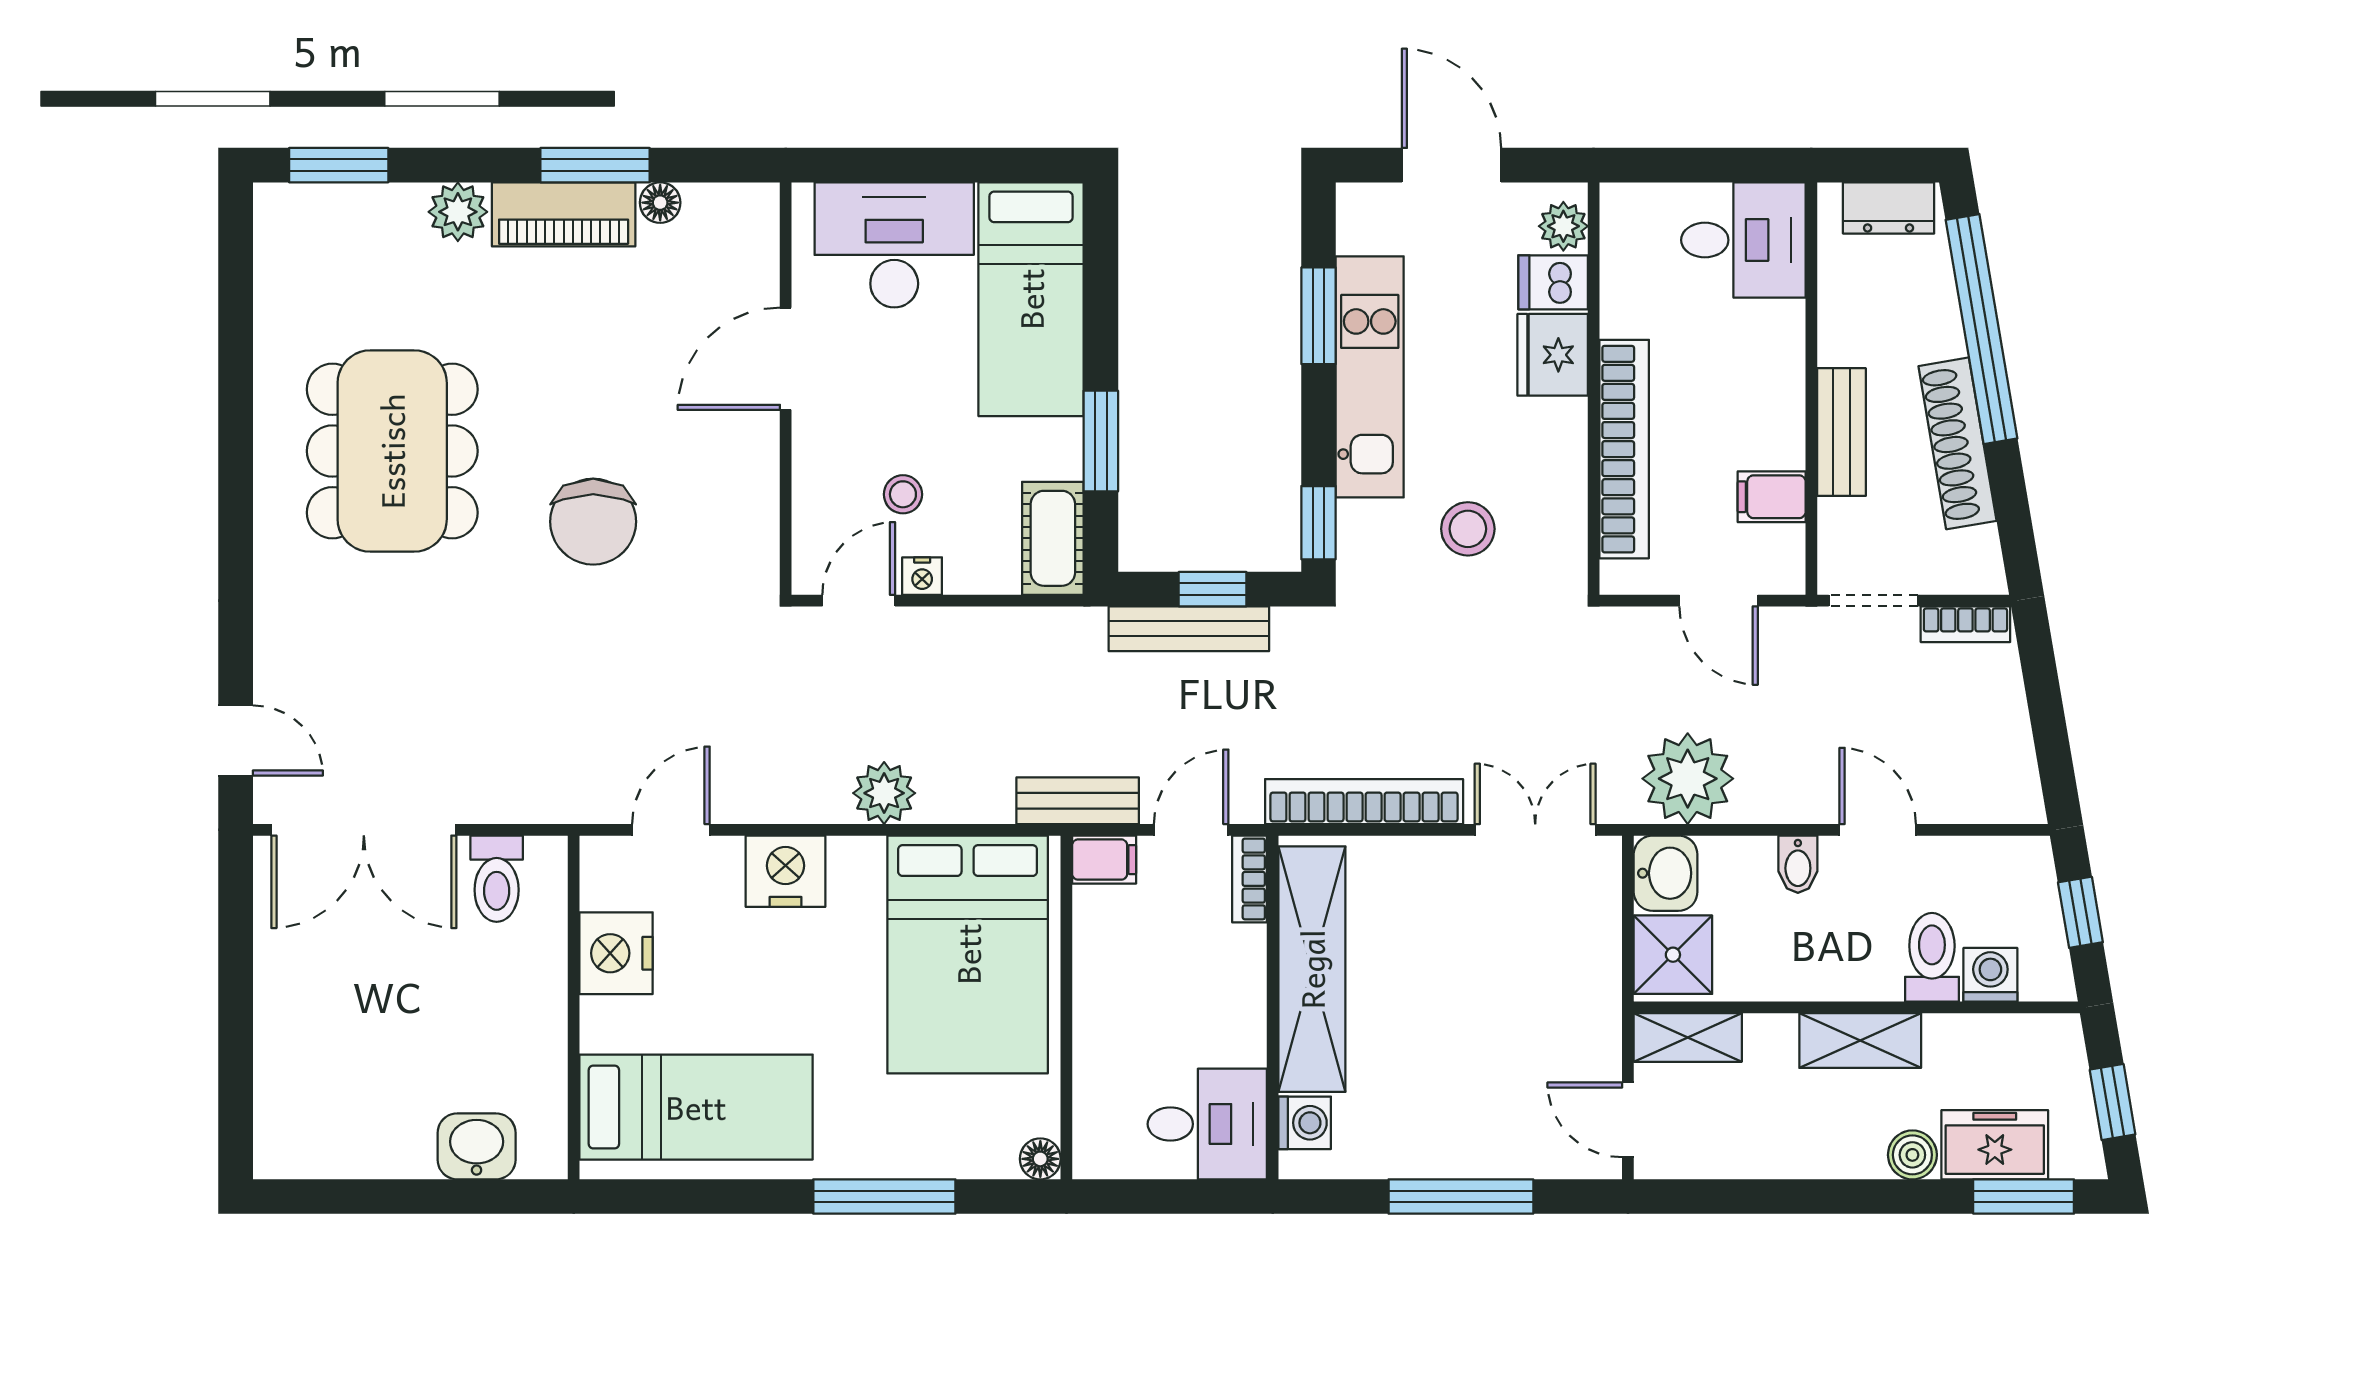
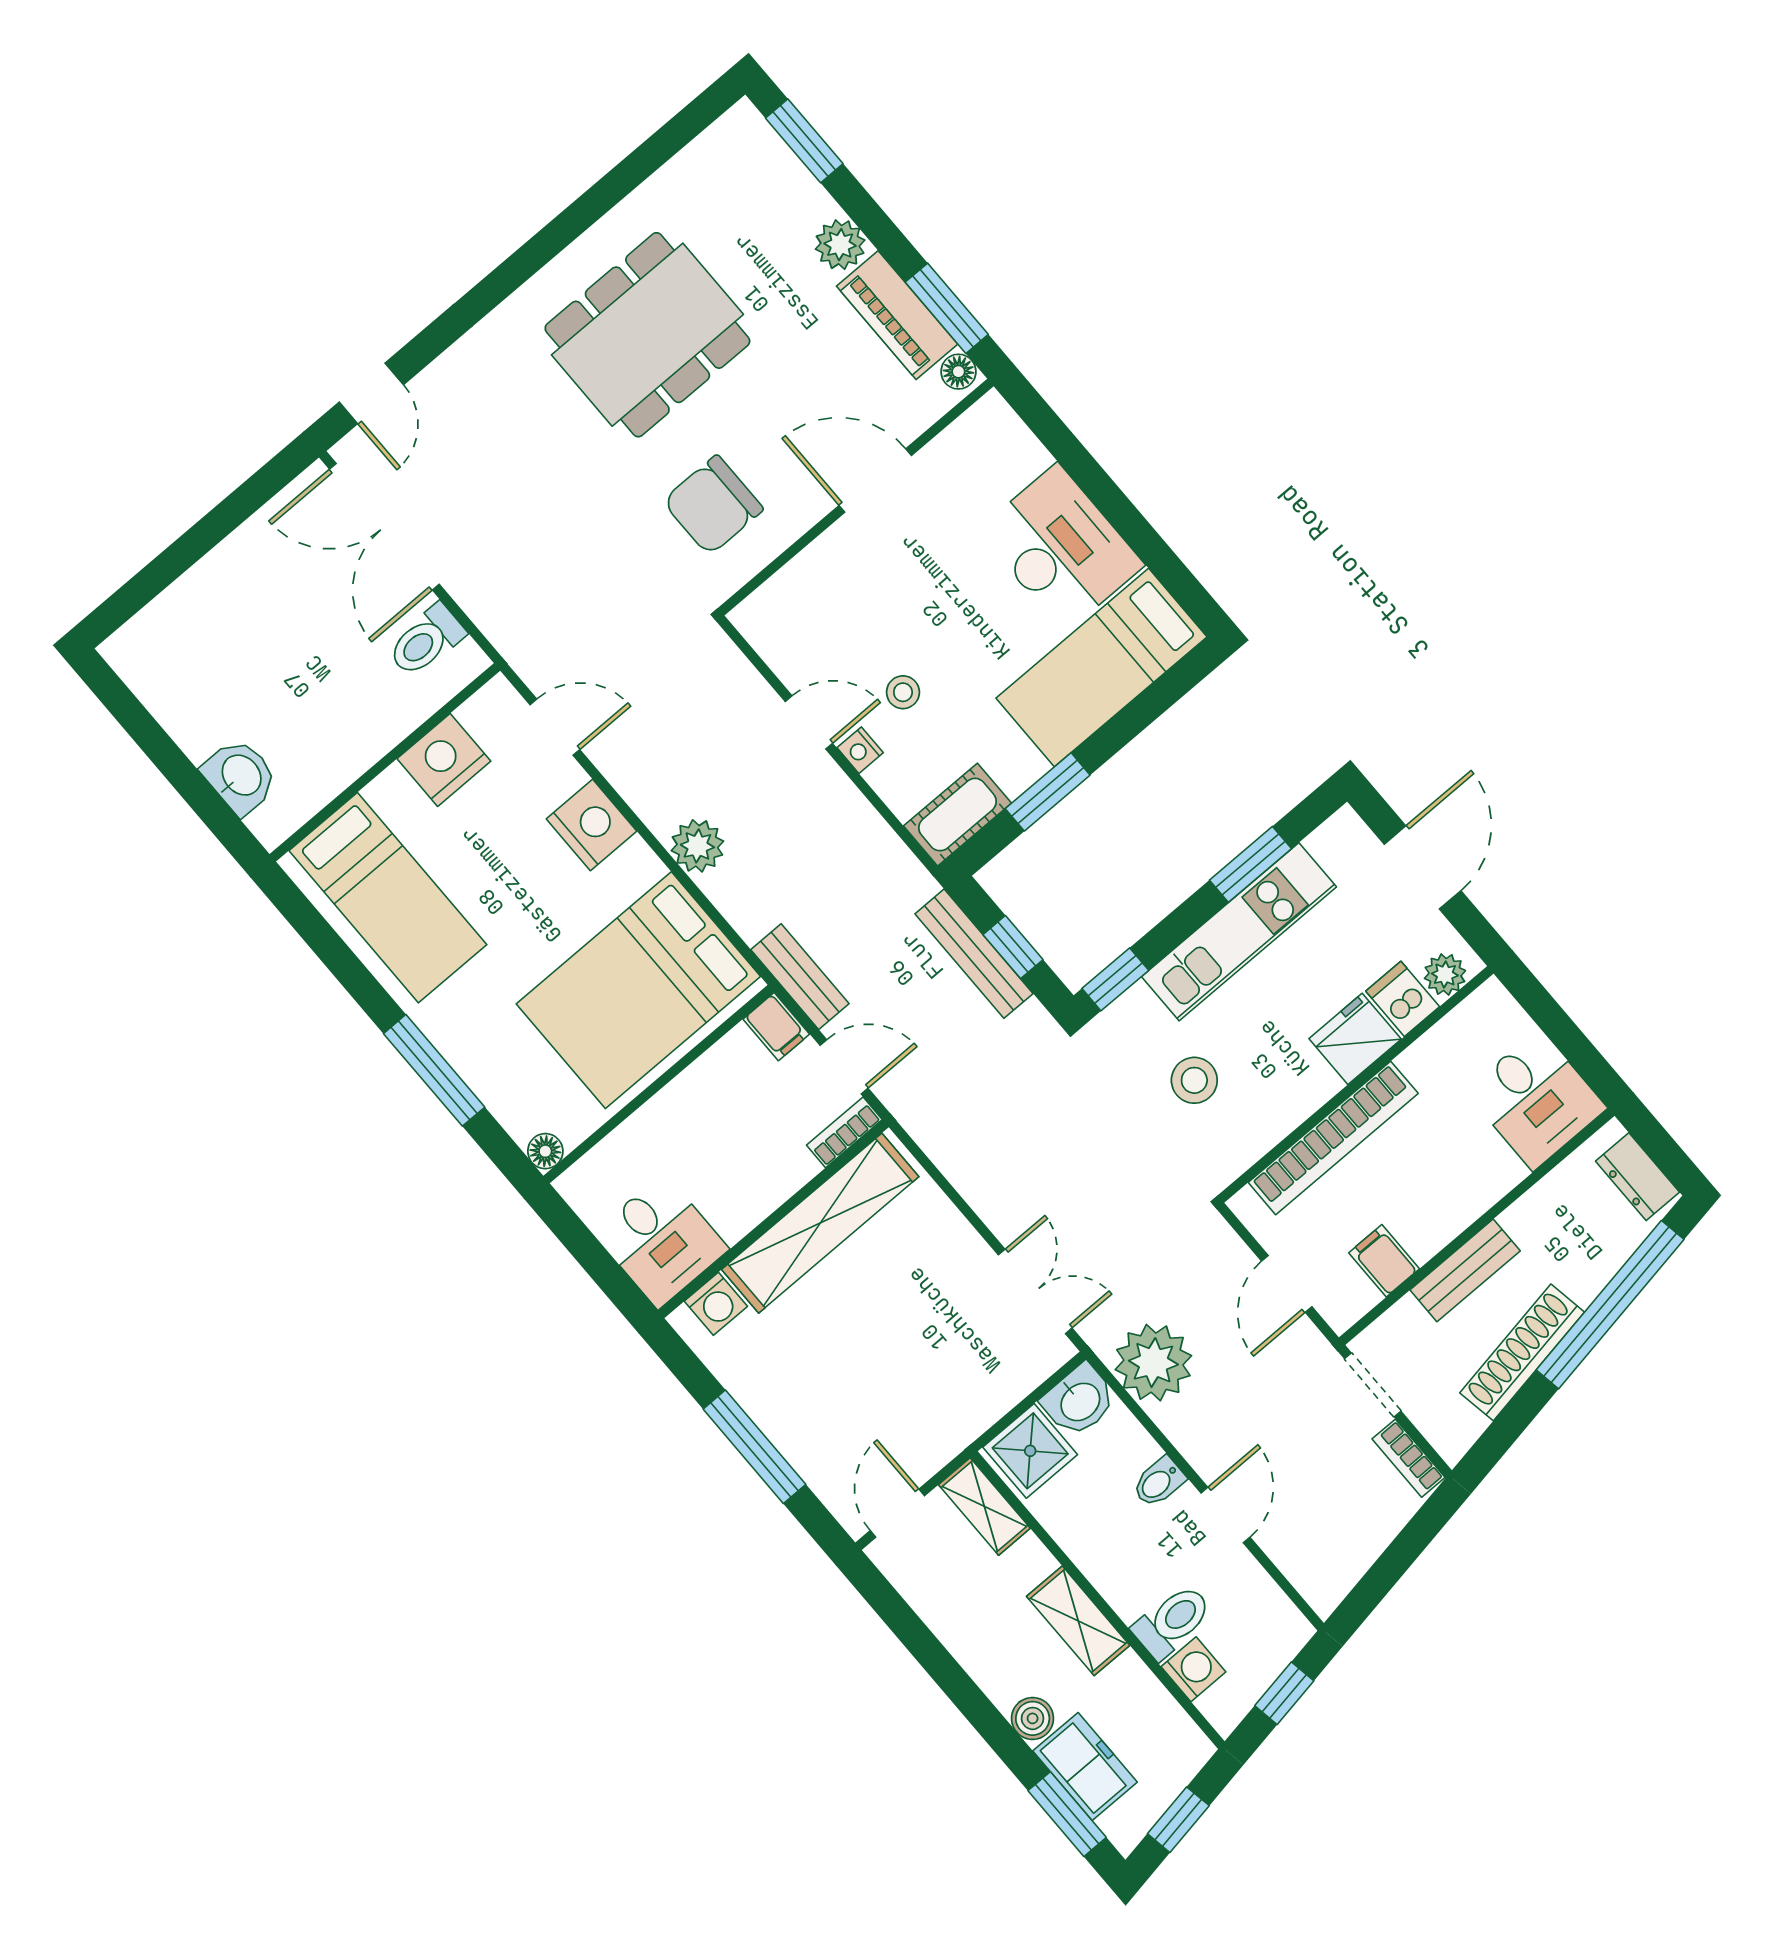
door: (786, 359) -> (875, 481), moved
wall: (786, 389) -> (856, 497), moved
bookcase: (1364, 802) -> (959, 1164), removed

